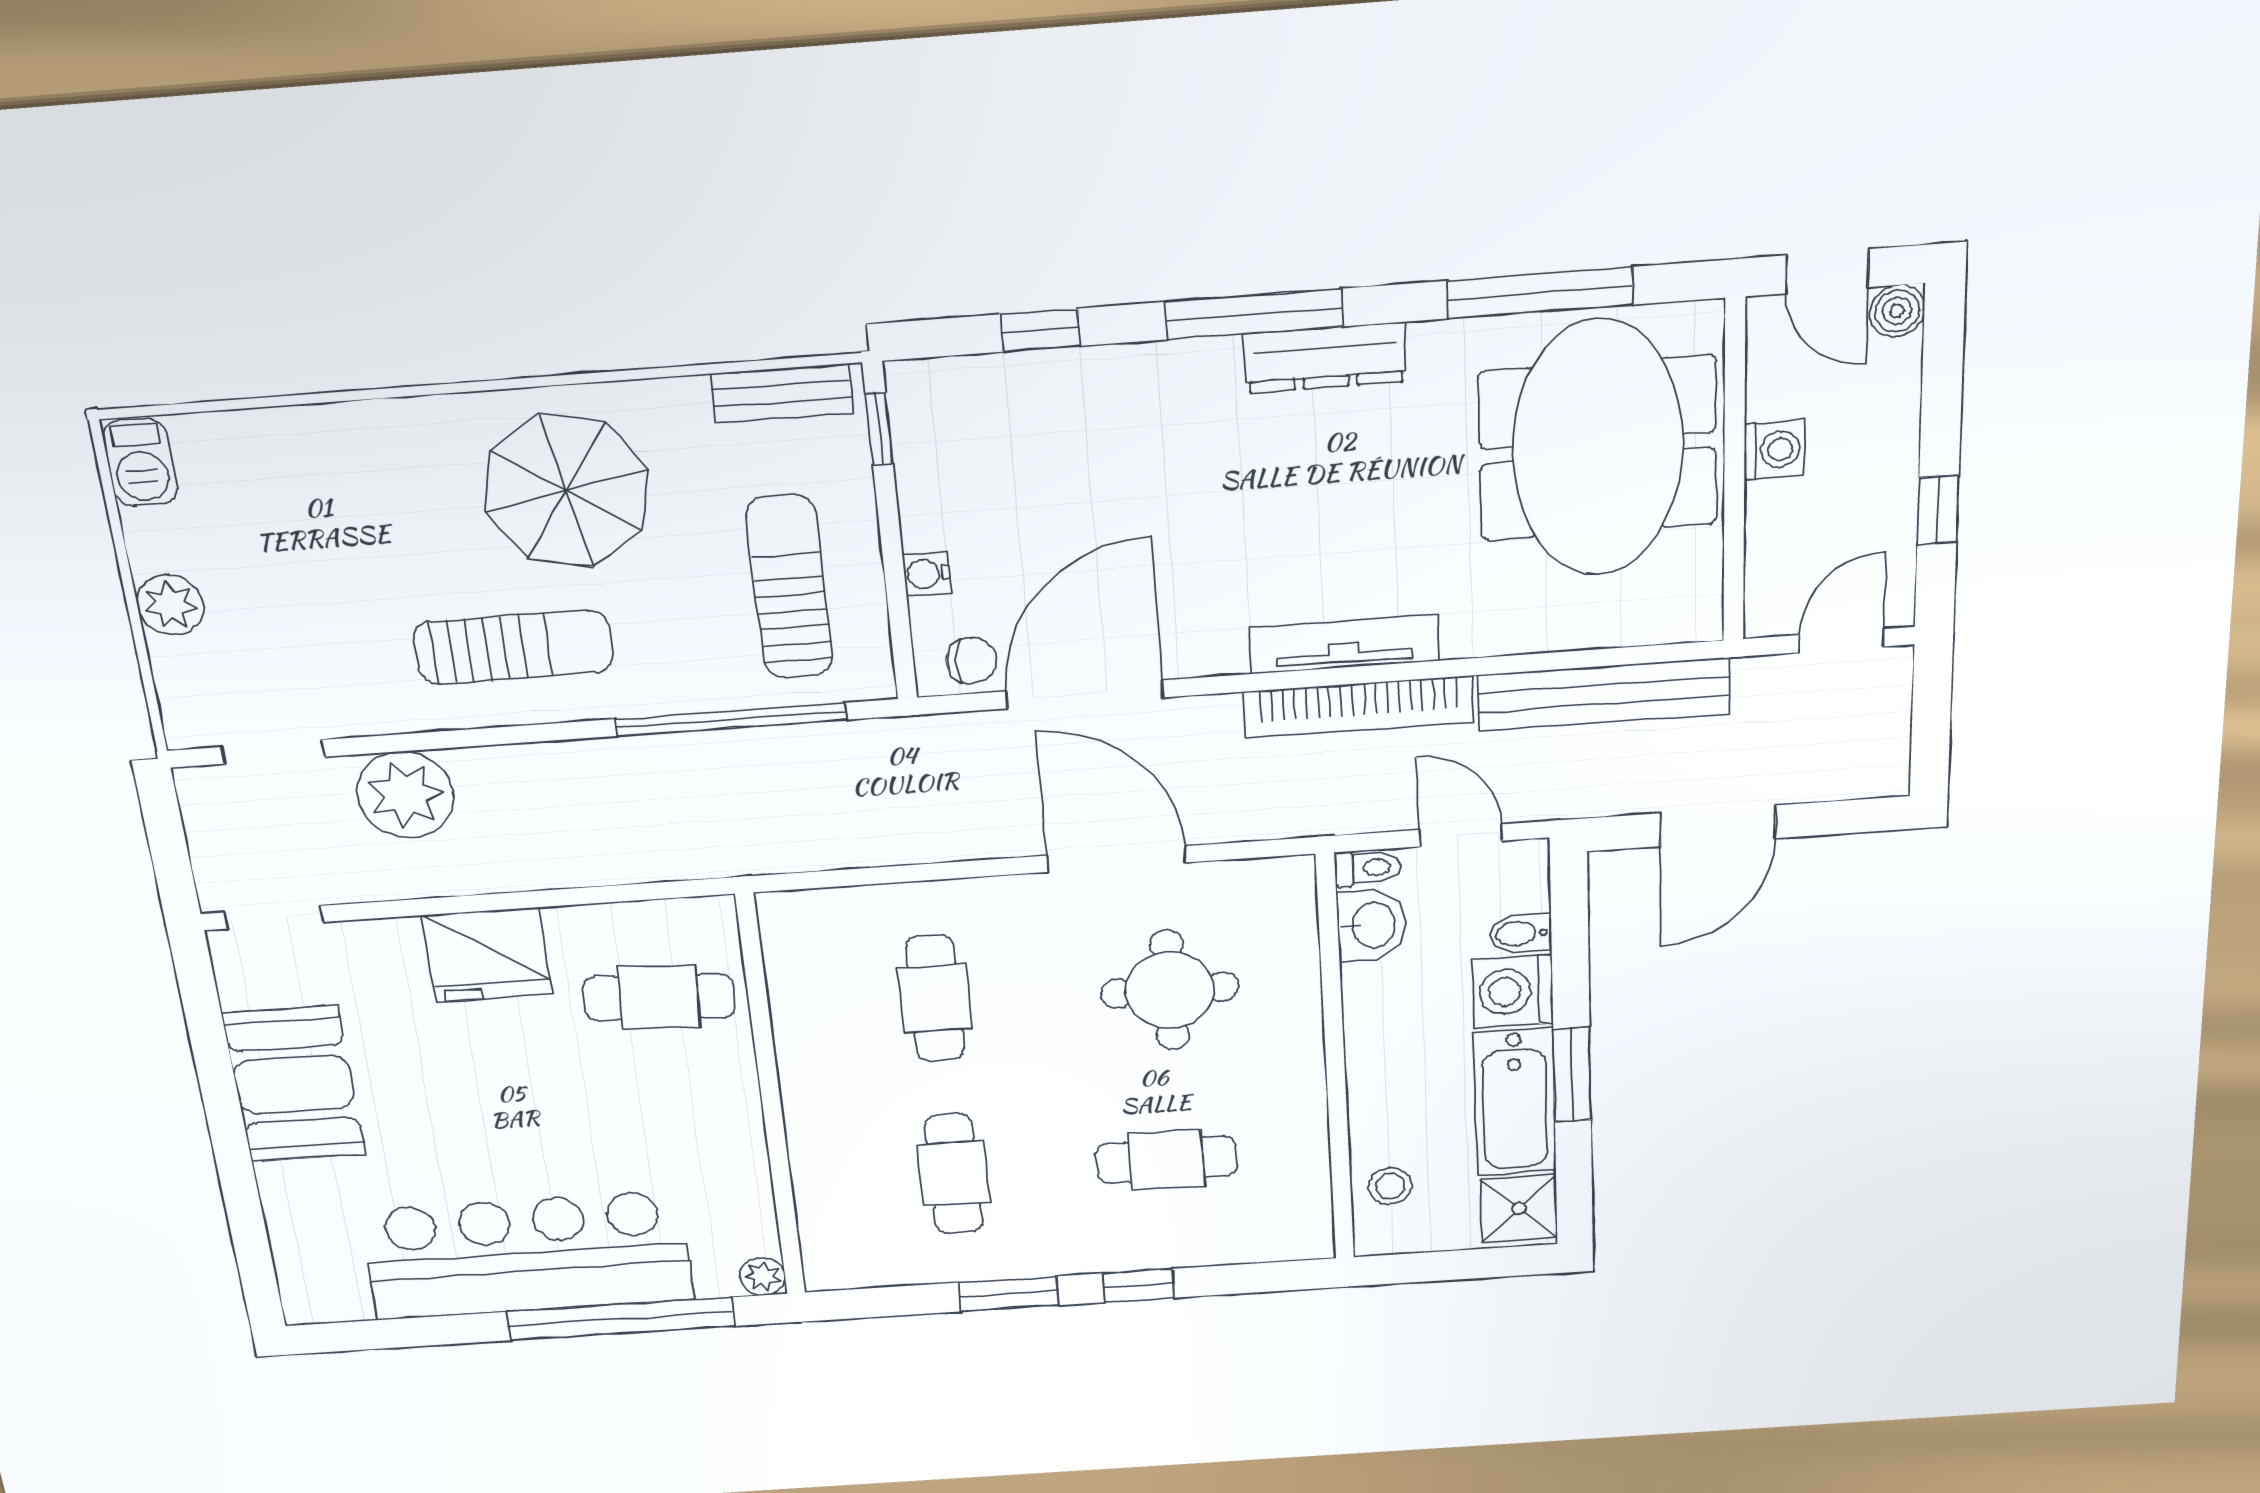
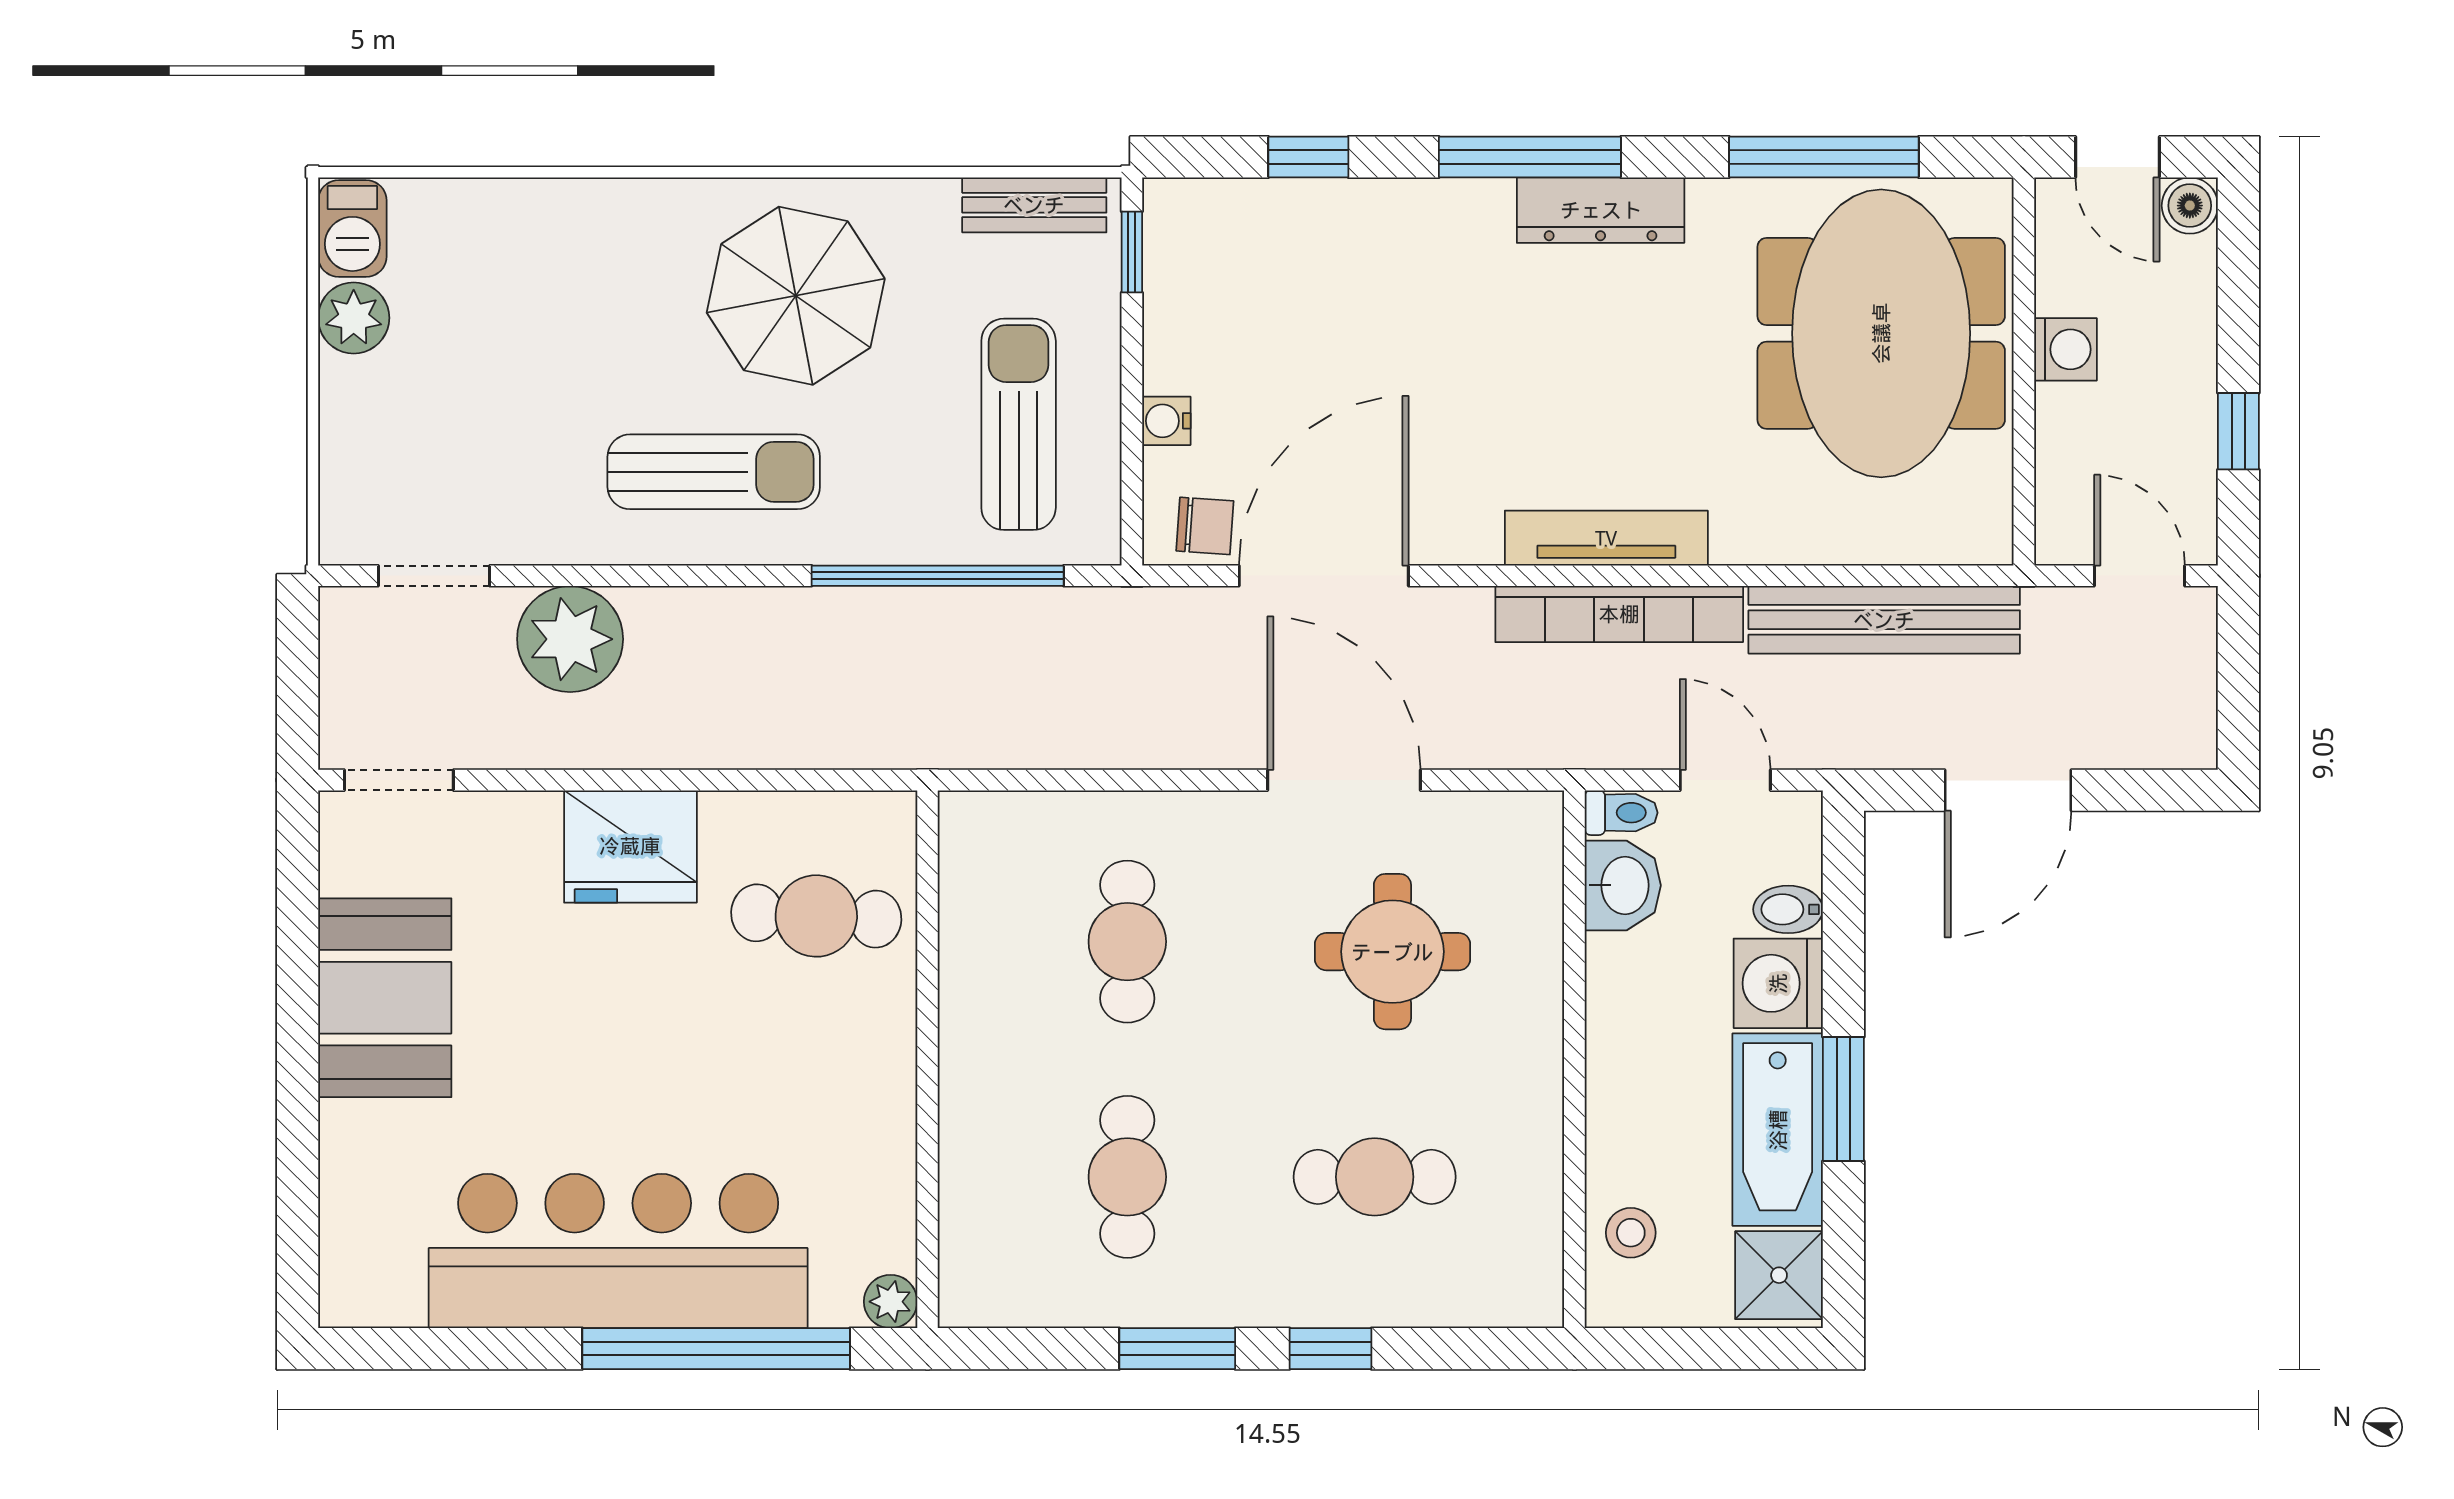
plant: (170, 605) -> (354, 318), moved
door: (1841, 641) -> (2140, 576), hinge flipped

